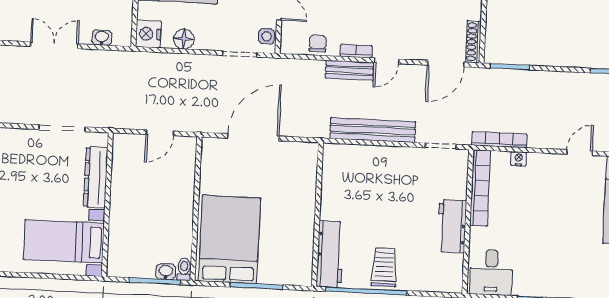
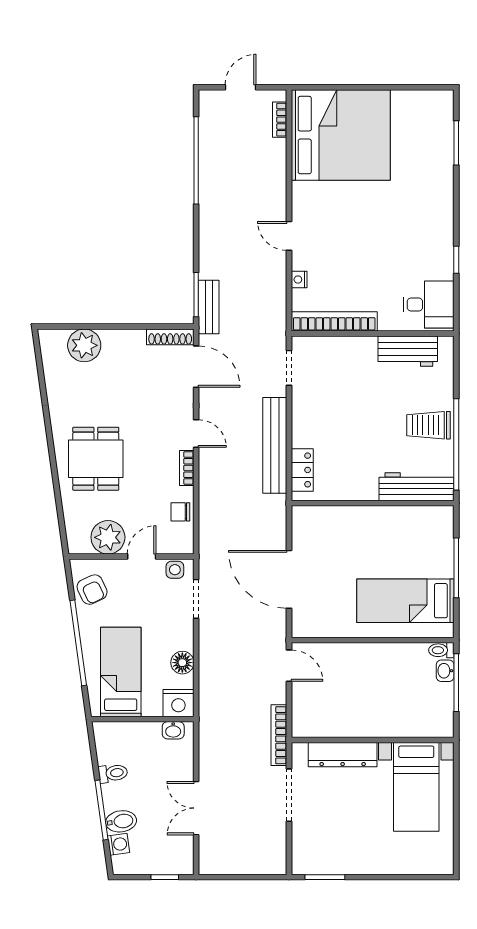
washbasin: (102, 38) -> (173, 730), moved, turned -90
bench: (350, 70) -> (209, 307), moved
door: (160, 133) -> (289, 666), moved
bookcase: (499, 140) -> (279, 735), moved
locker: (350, 153) -> (302, 470), added
door: (580, 153) -> (289, 236), moved
workbench: (452, 226) -> (408, 351), moved
bed: (229, 239) -> (405, 601), width x0.67

